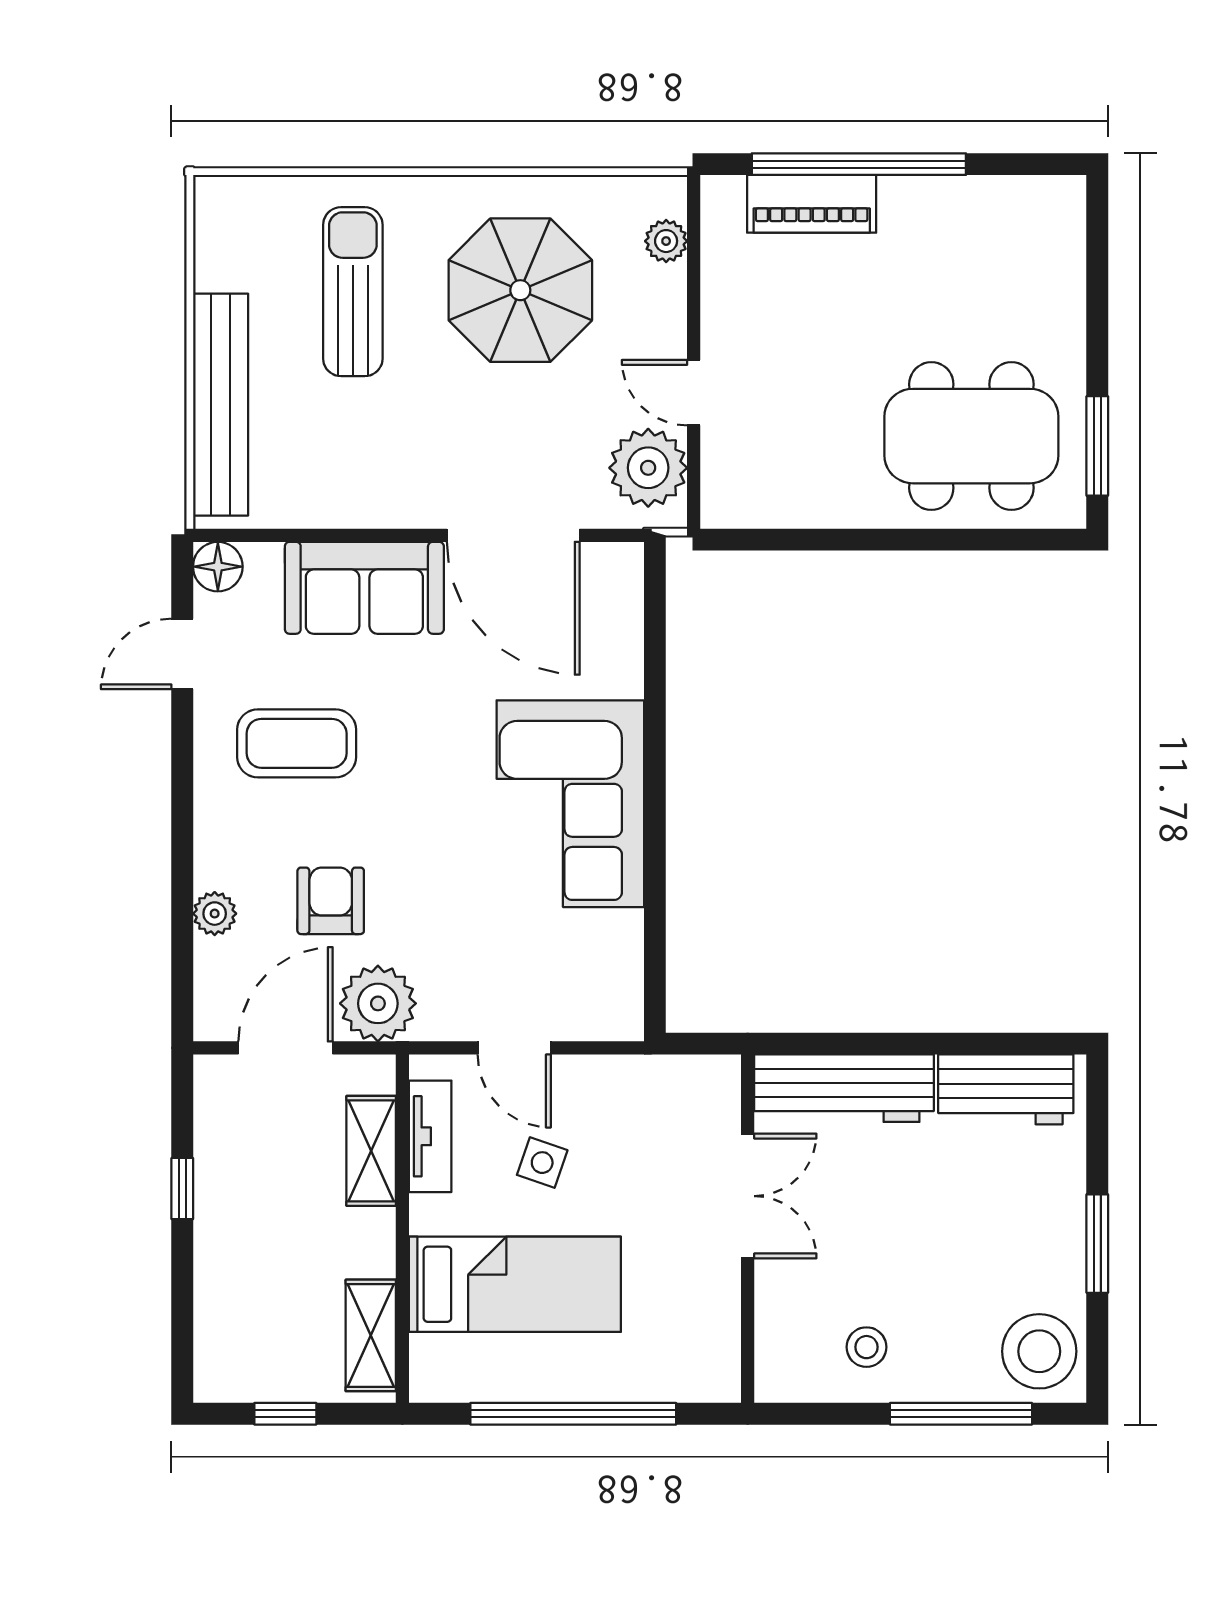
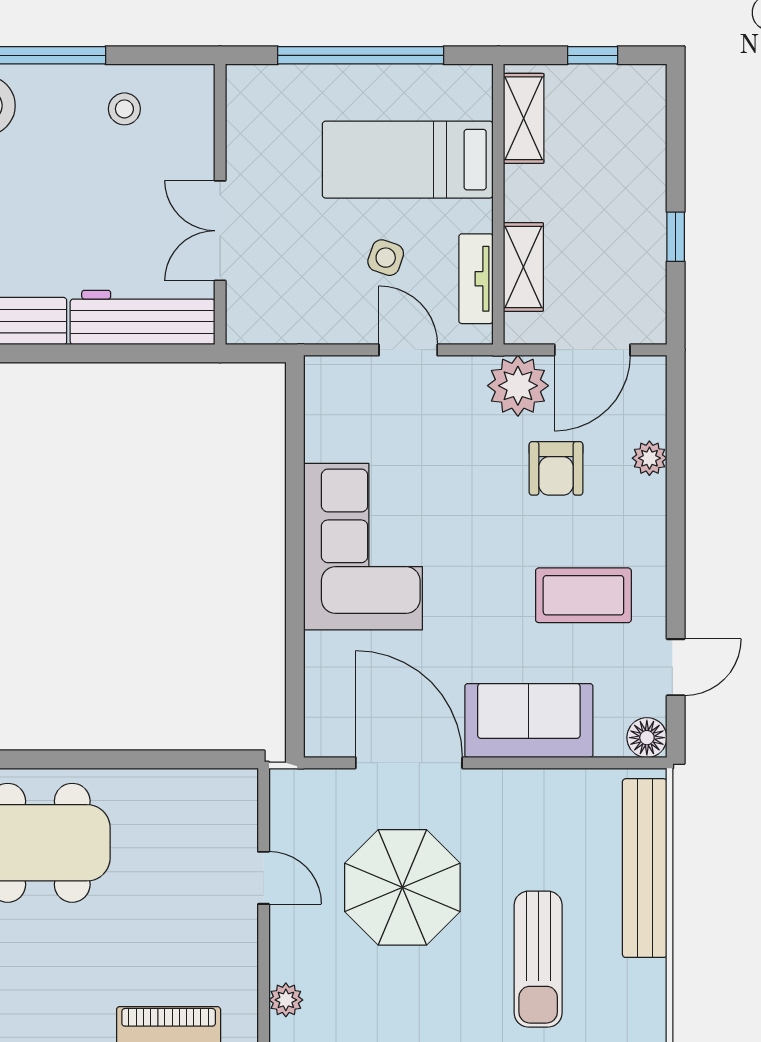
parasol: (520, 290) -> (402, 887), moved
plant: (648, 468) -> (300, 817), removed

